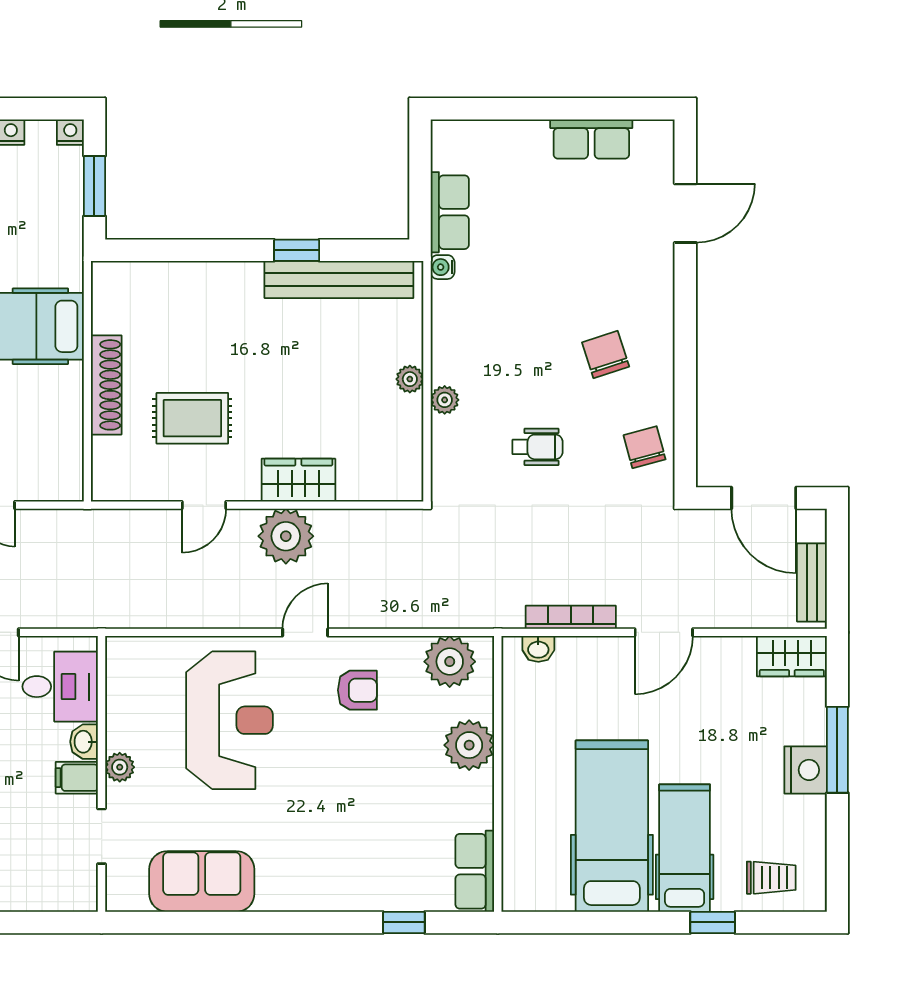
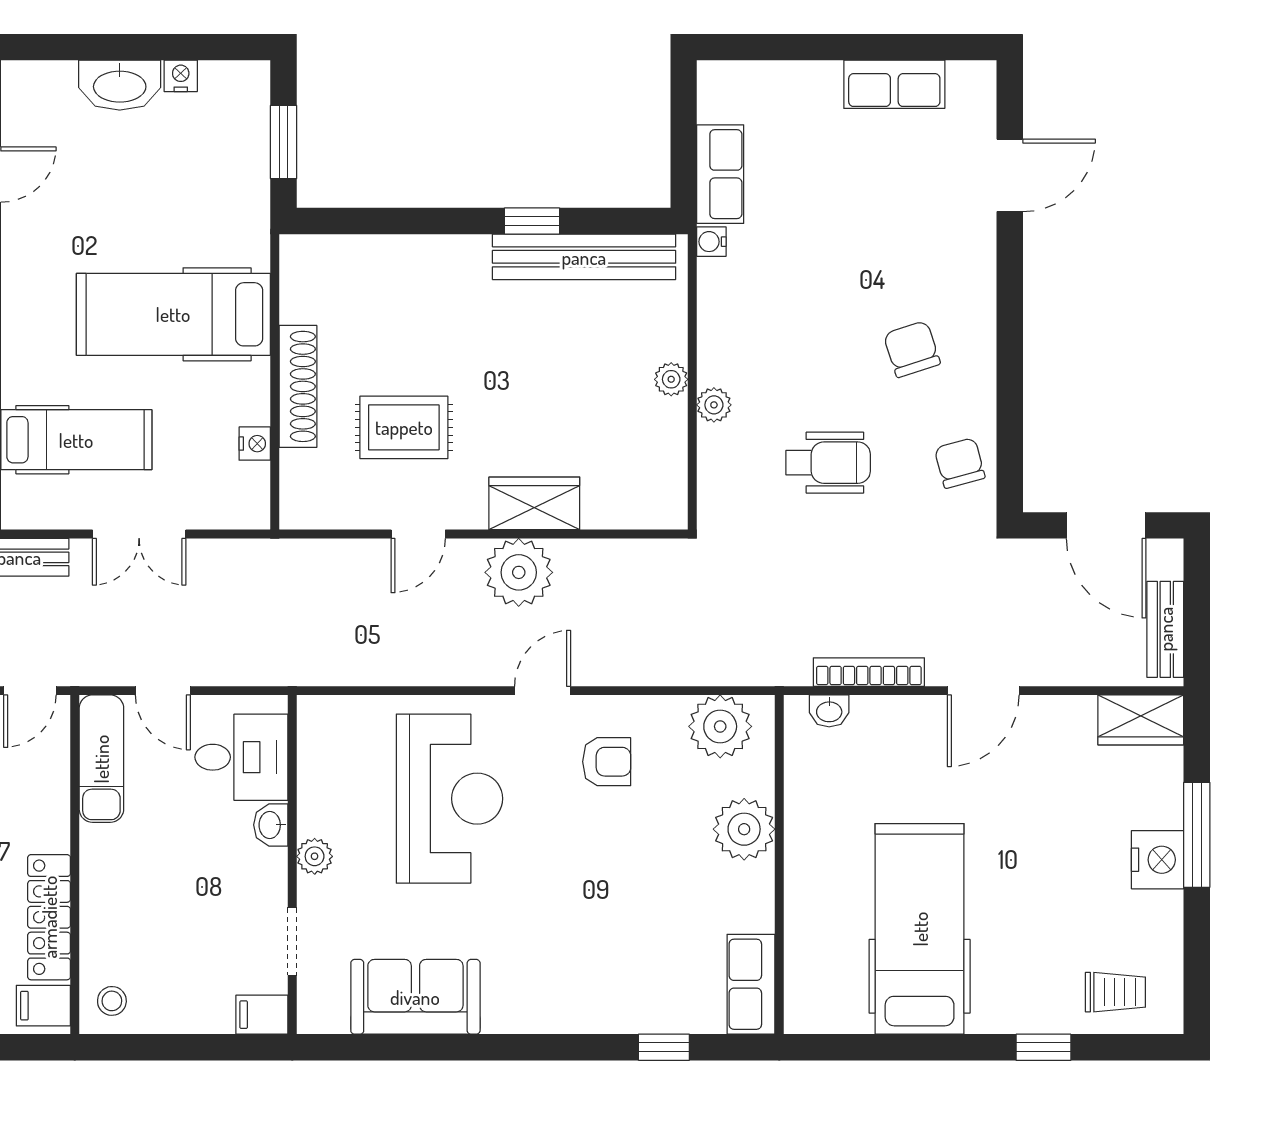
nightstand: (70, 132) -> (255, 444), moved, turned 90
wheelchair: (537, 447) -> (828, 463), width x1.36, depth x1.37
filing cabinet: (77, 778) -> (262, 1015), moved
hospital bed: (685, 848) -> (1009, 956), removed

